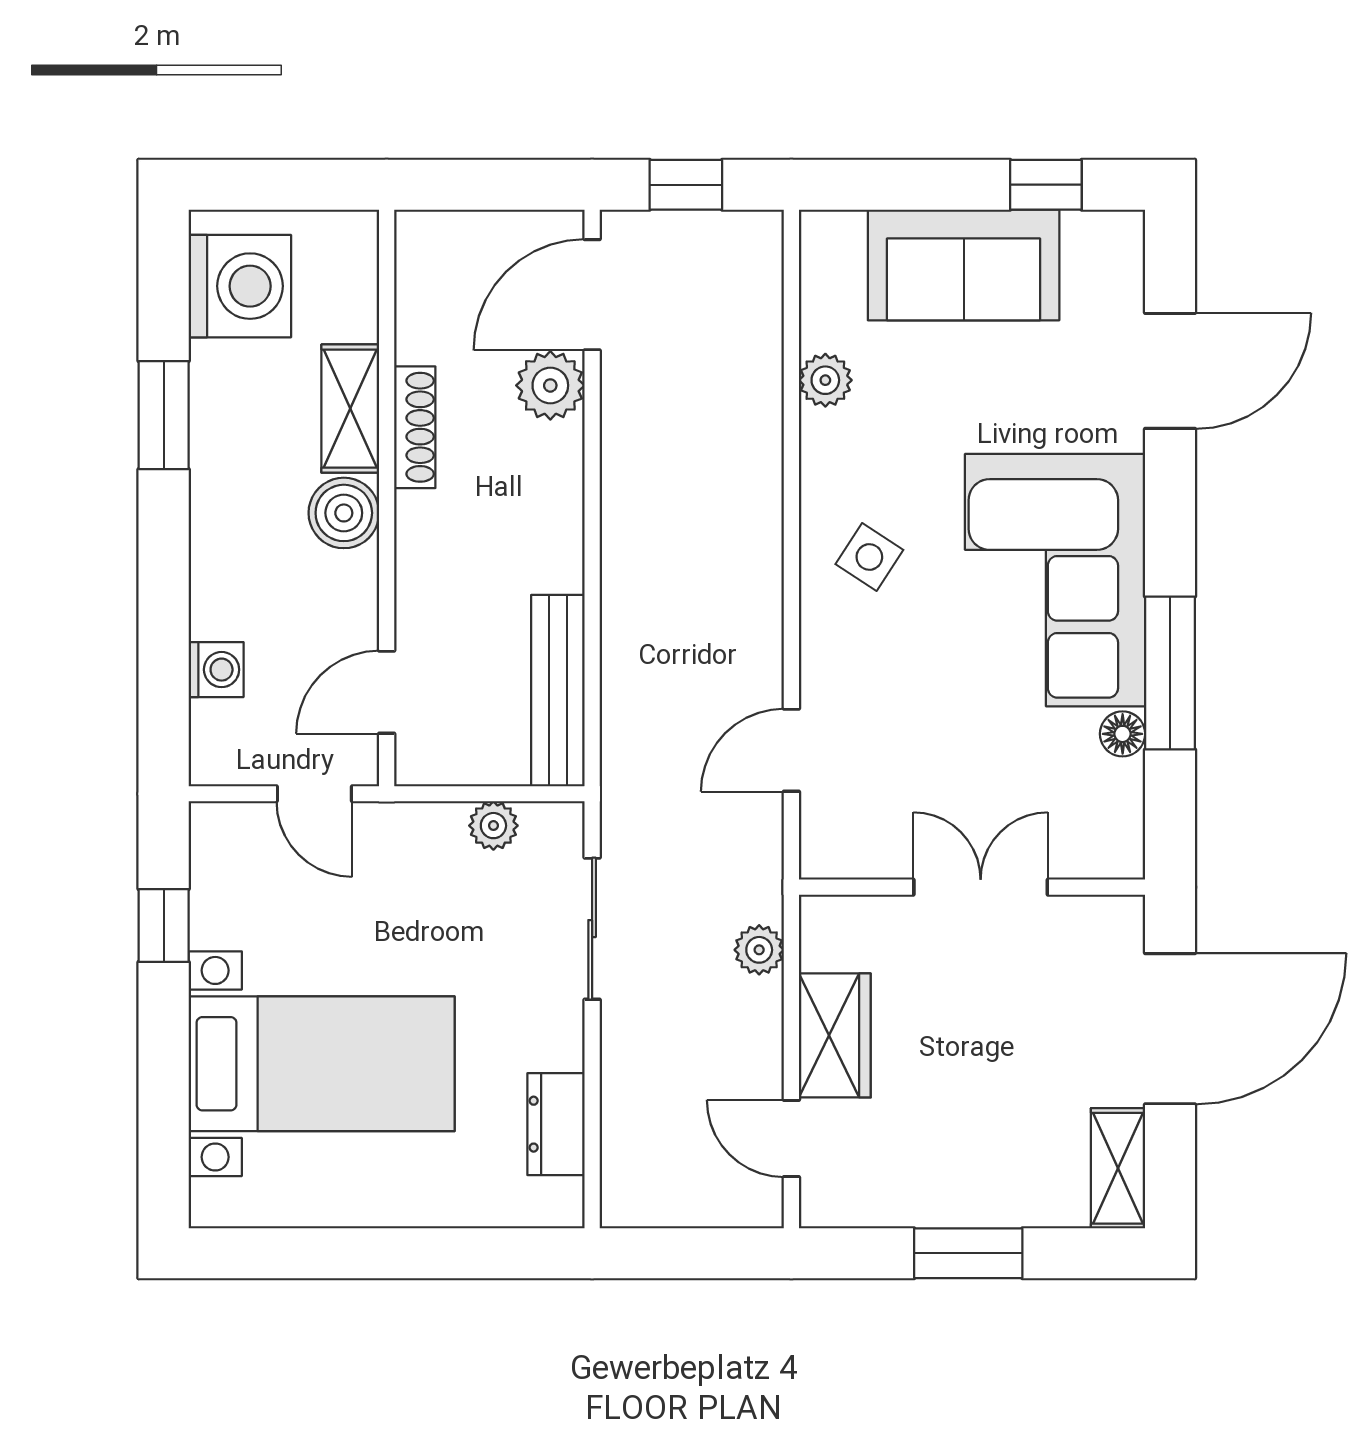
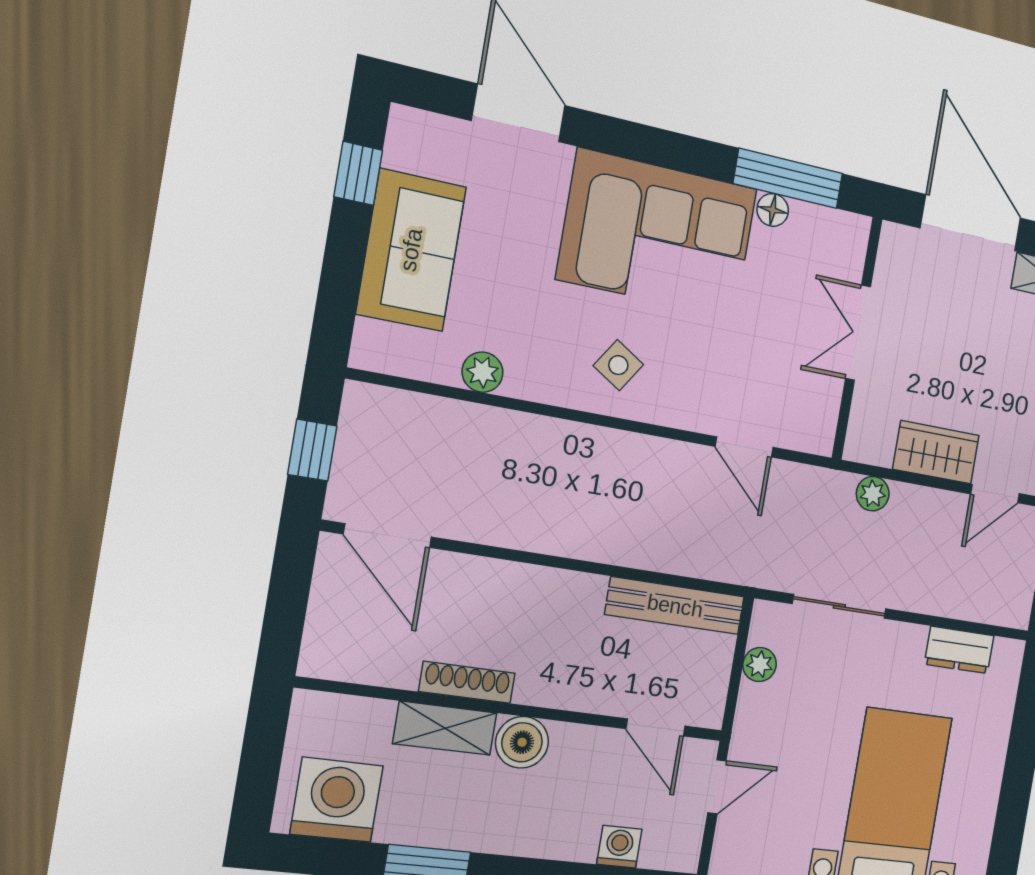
plant: (550, 385) -> (452, 578), removed
window: (1170, 673) -> (788, 179), moved

